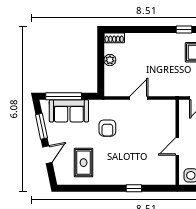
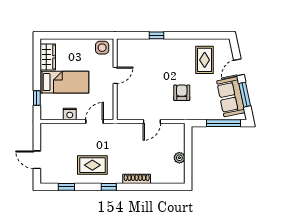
shoe rack: (114, 38) -> (137, 179), moved, width x1.43
sofa: (69, 111) -> (231, 97), moved, turned -102

